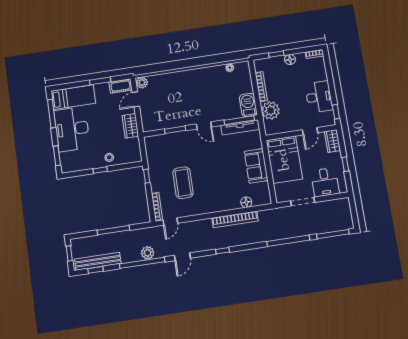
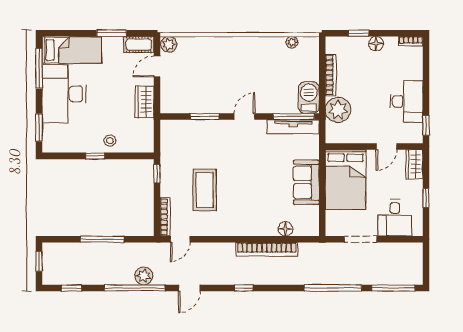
door: (204, 125) -> (245, 117), swing flipped
bench: (98, 261) -> (76, 277), removed

